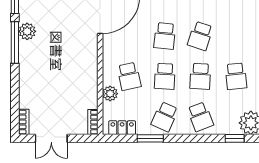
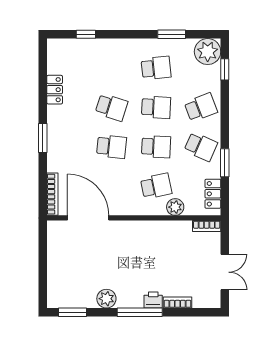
window: (15, 43) -> (140, 312), moved
printer: (26, 74) -> (153, 300), added
bookcase: (24, 122) -> (178, 302), moved

